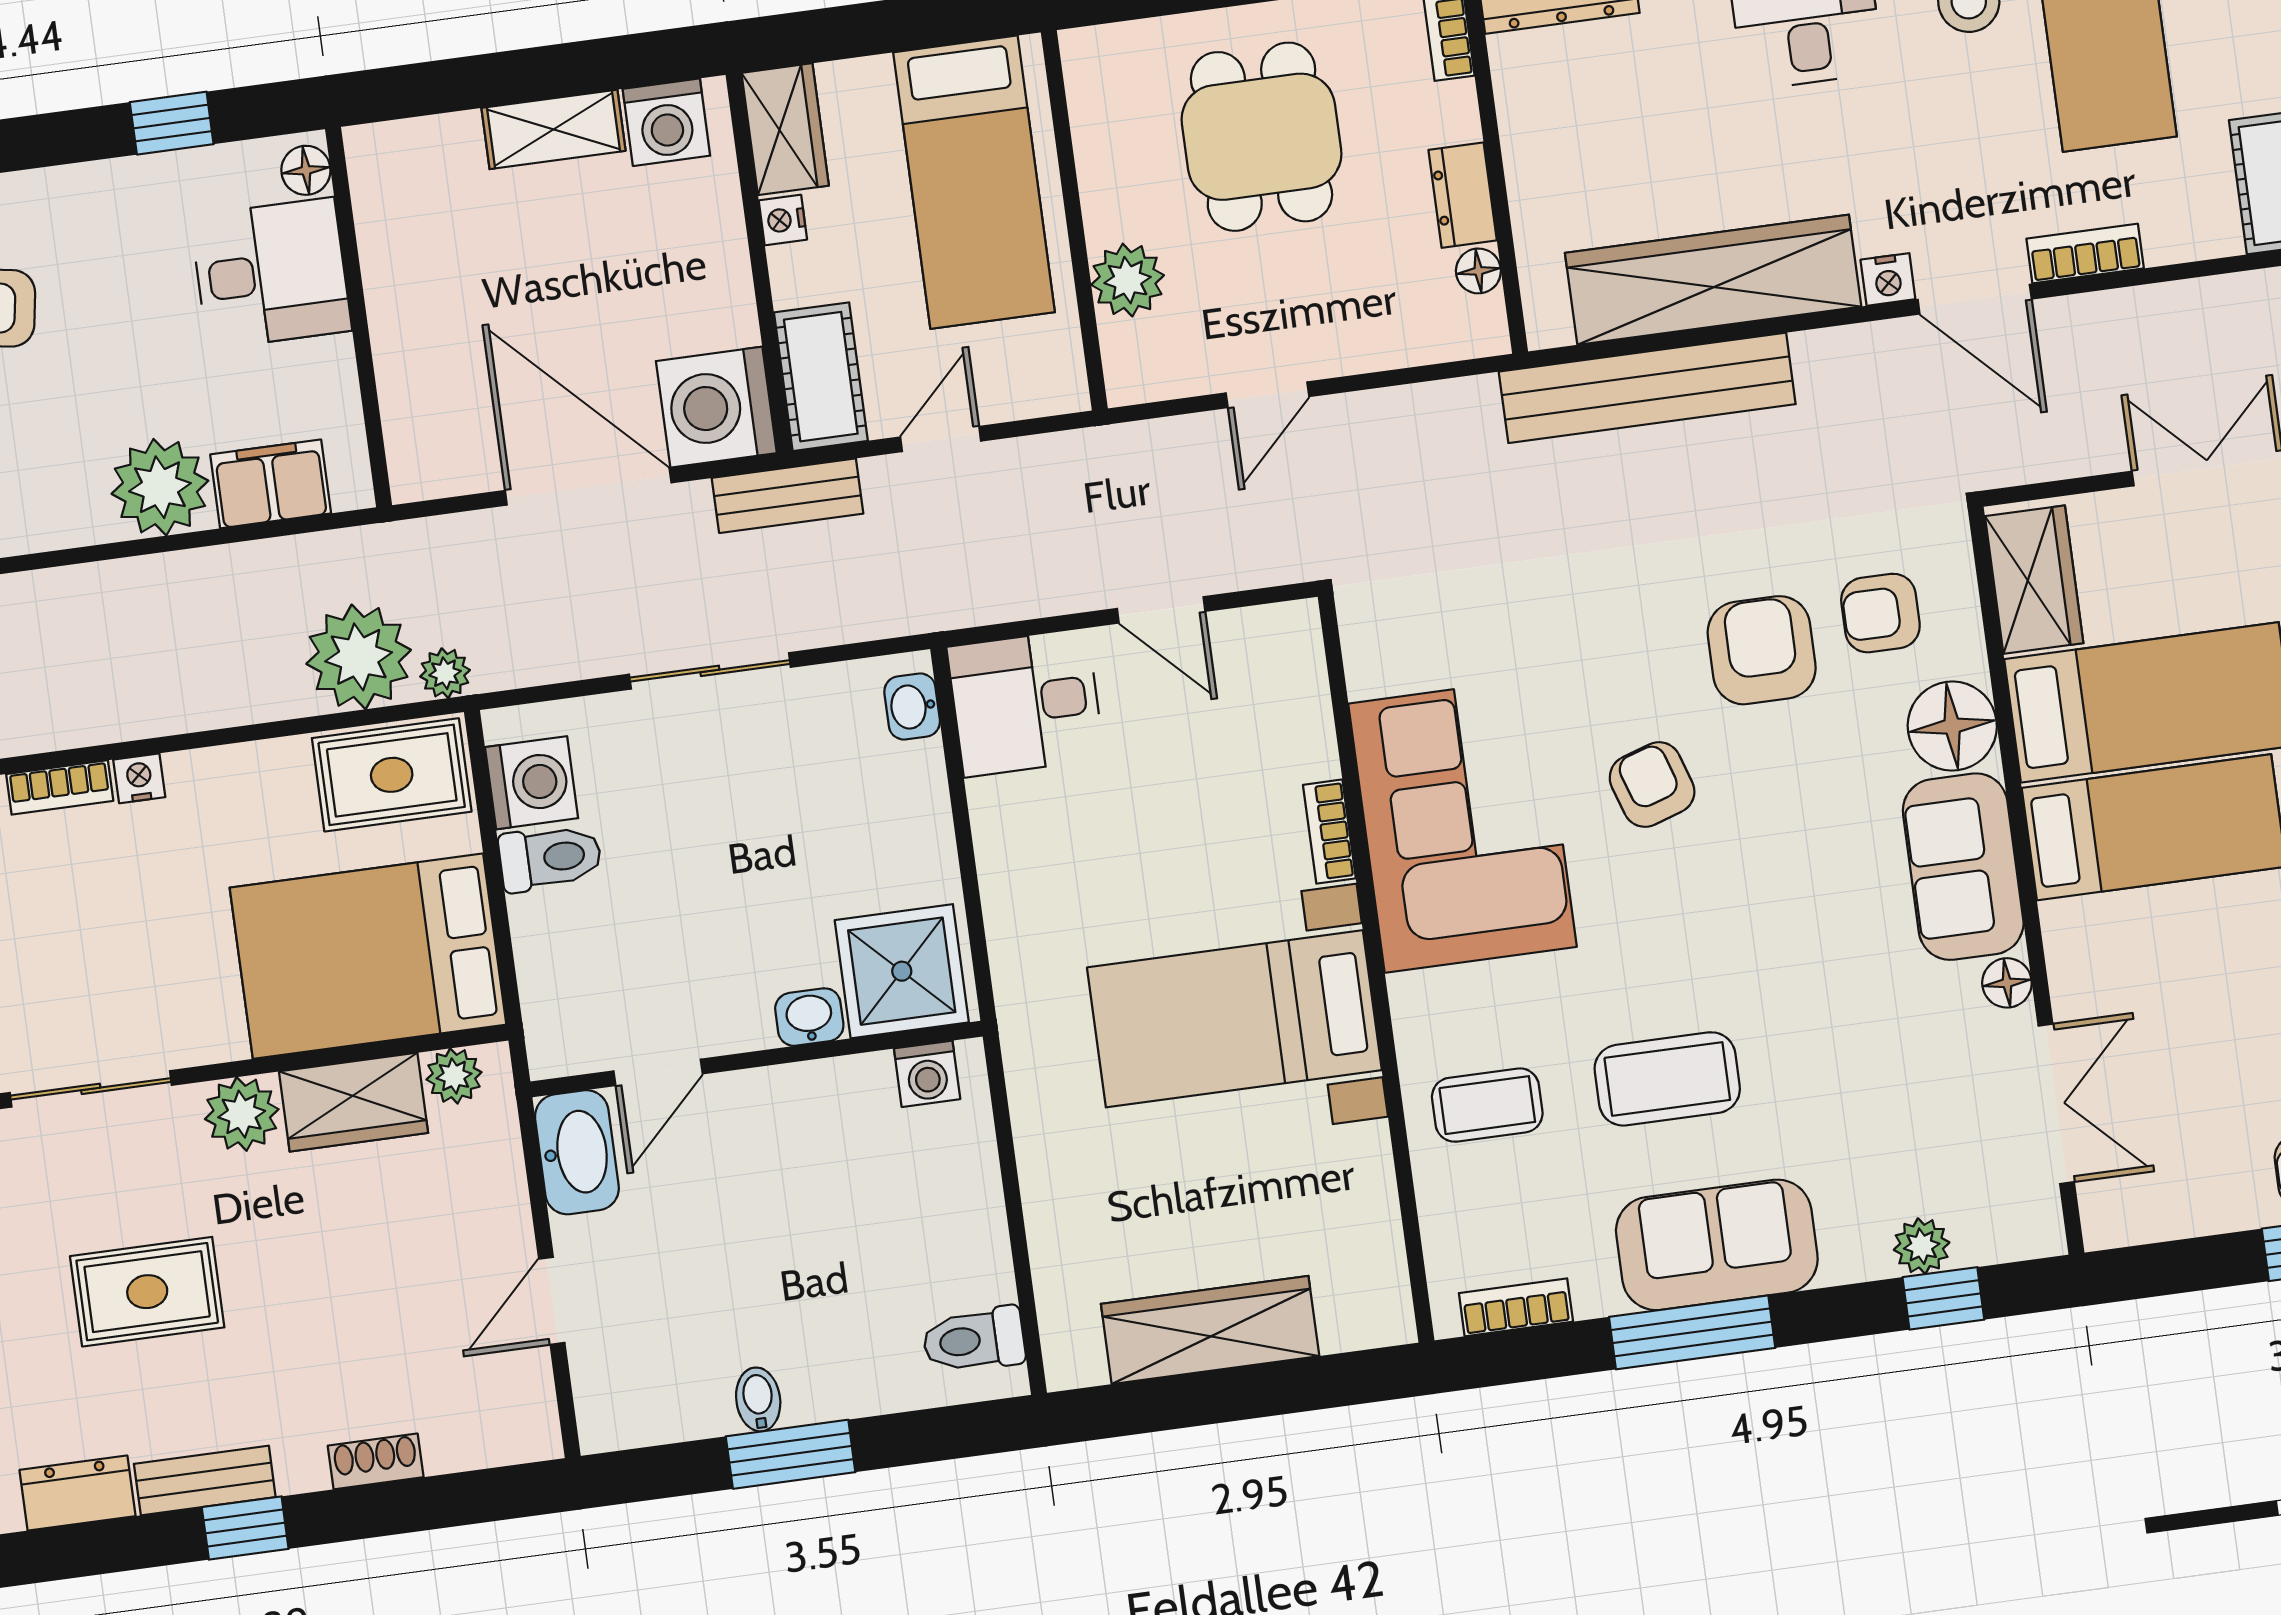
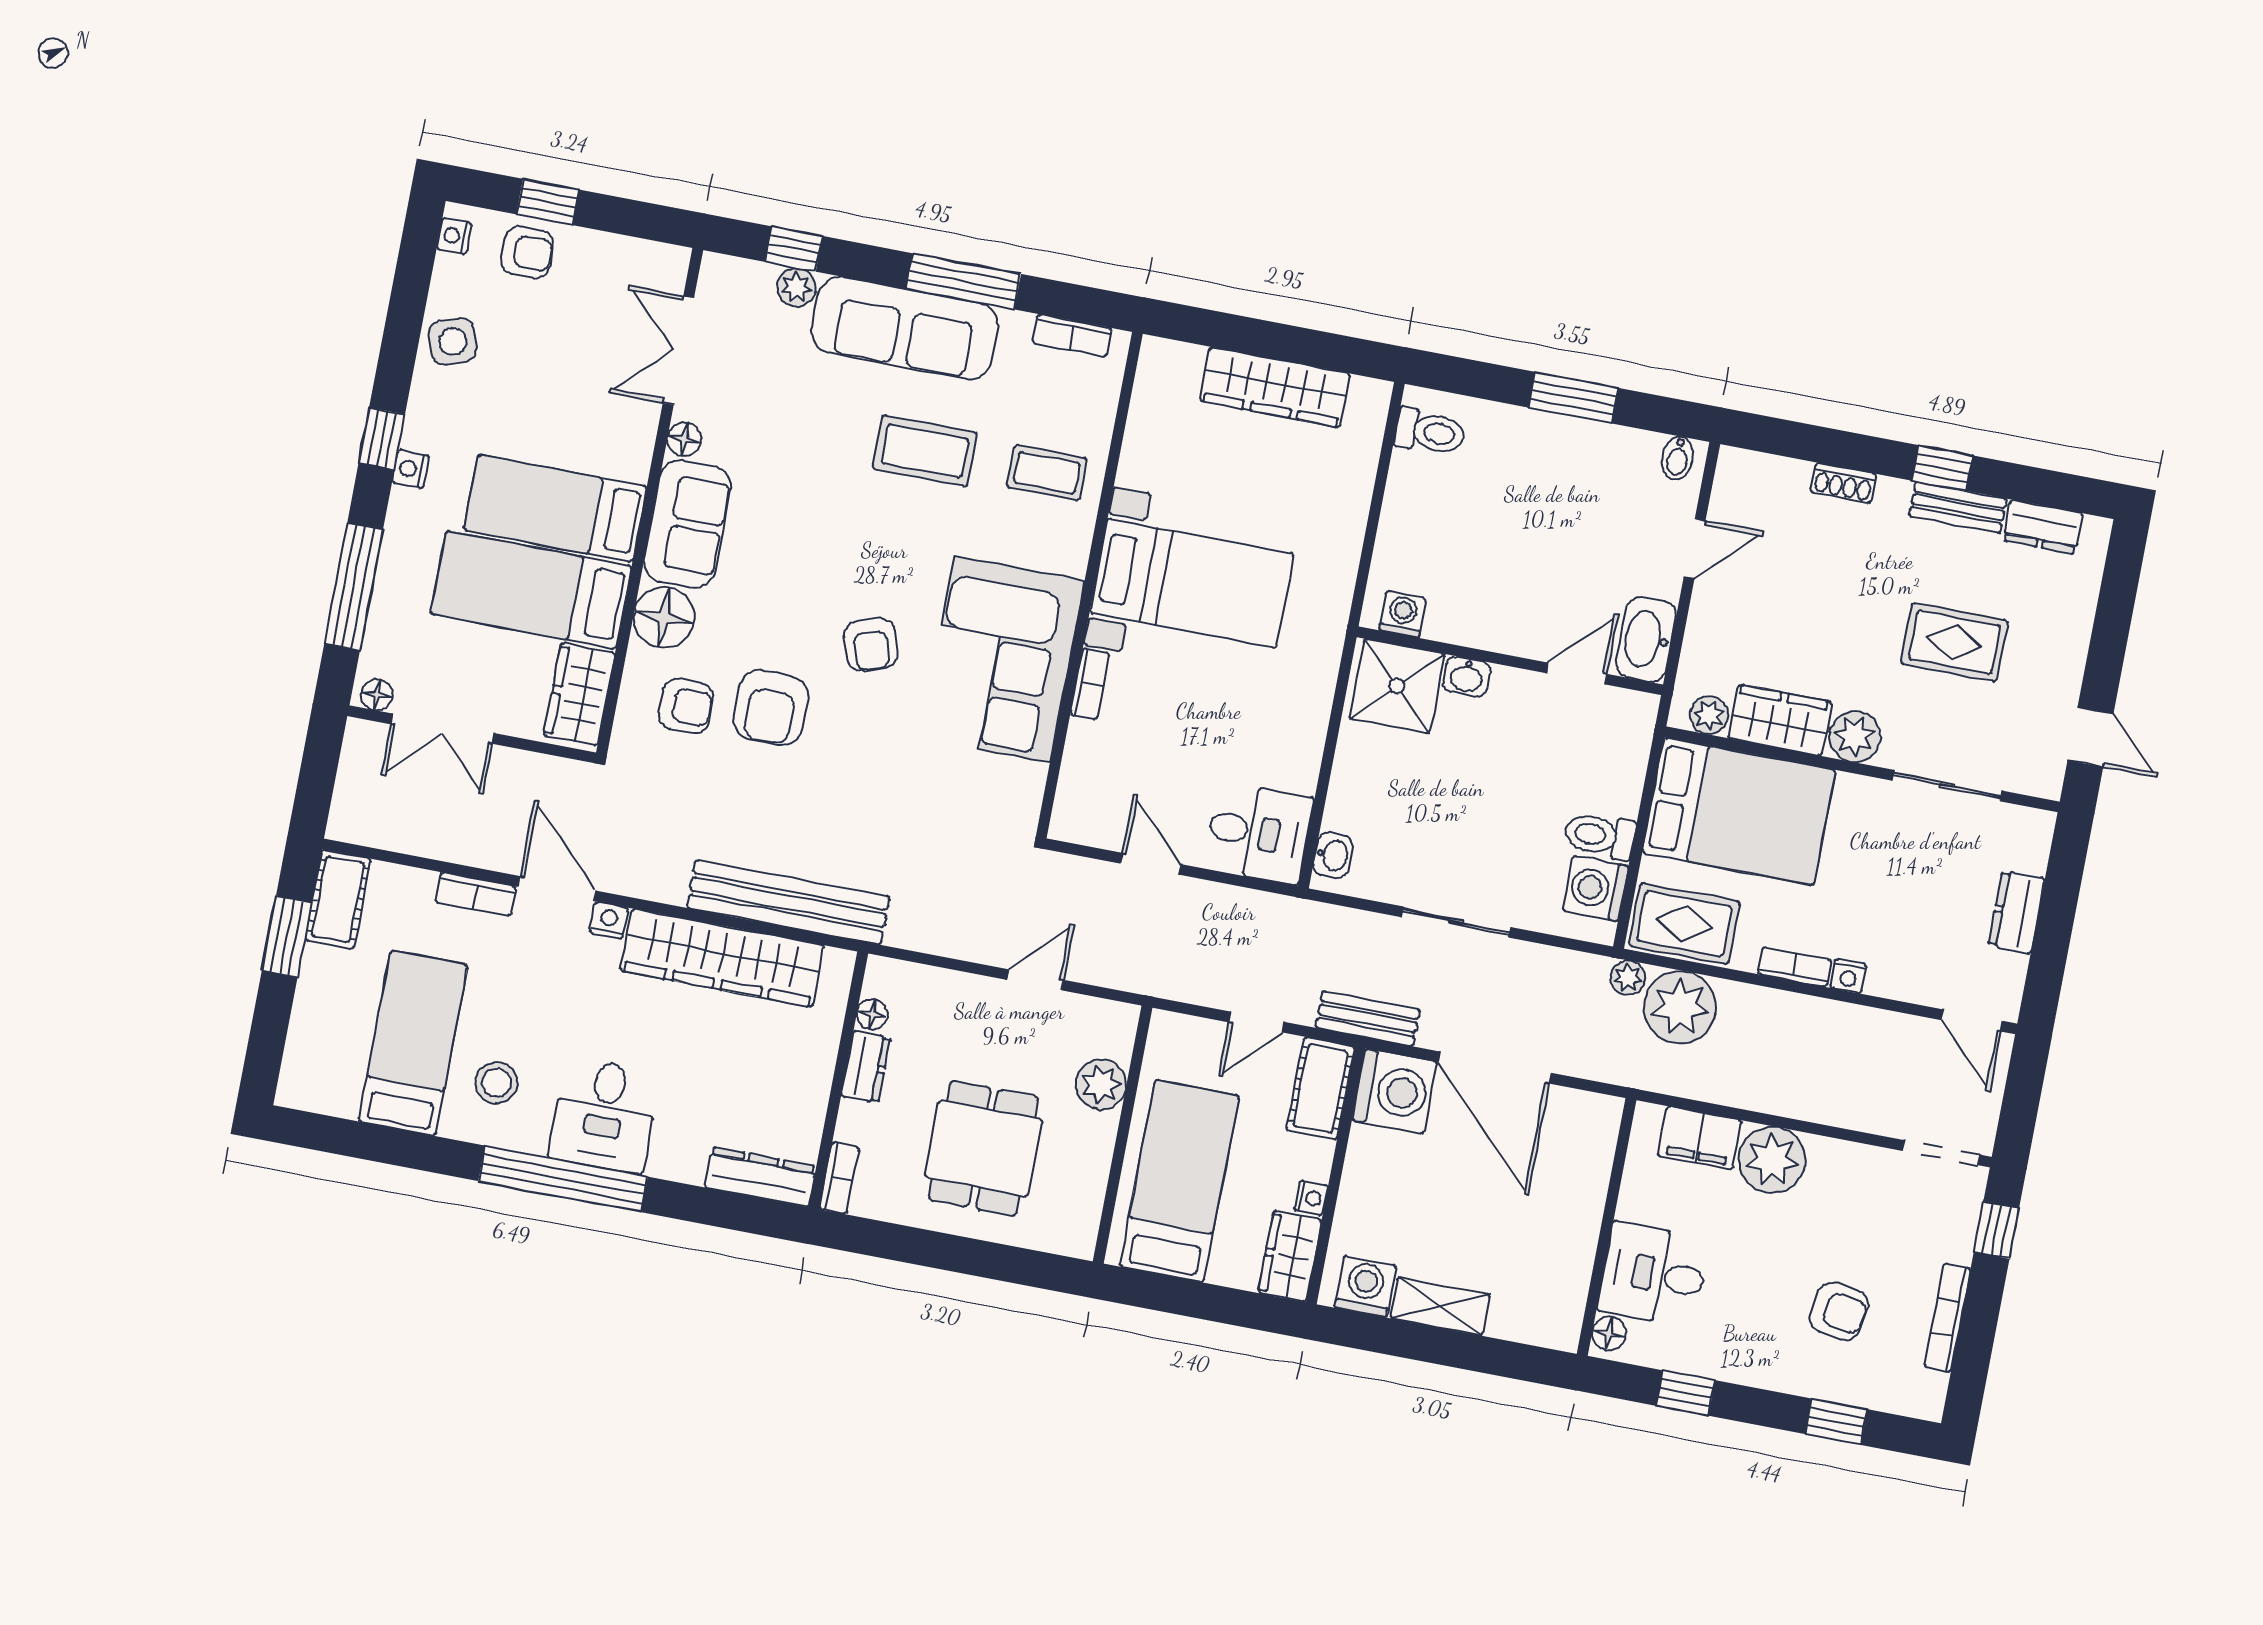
bookcase: (60, 787) -> (1795, 967), moved
sofa: (1717, 1245) -> (905, 328), width x1.36
bidet: (758, 1399) -> (1677, 458), moved

